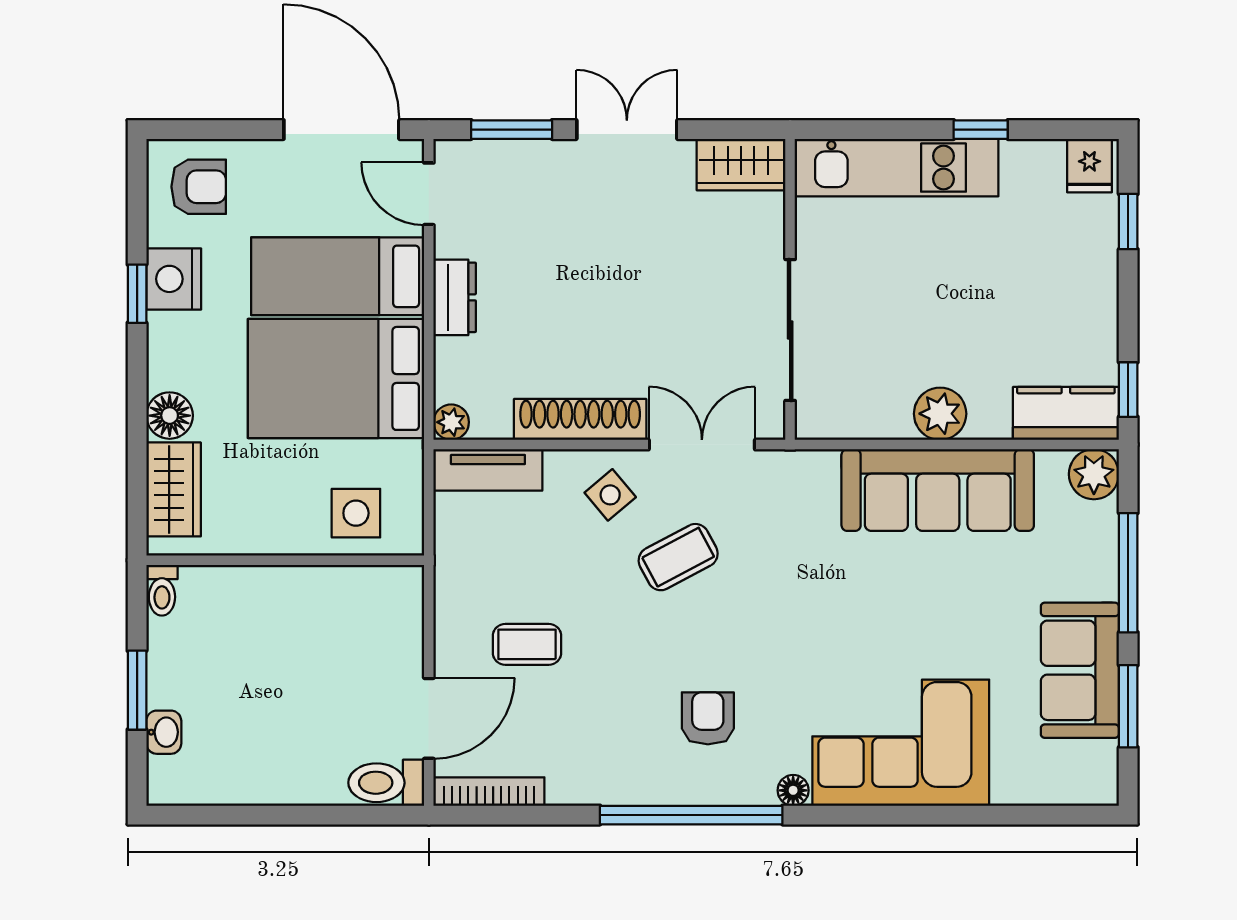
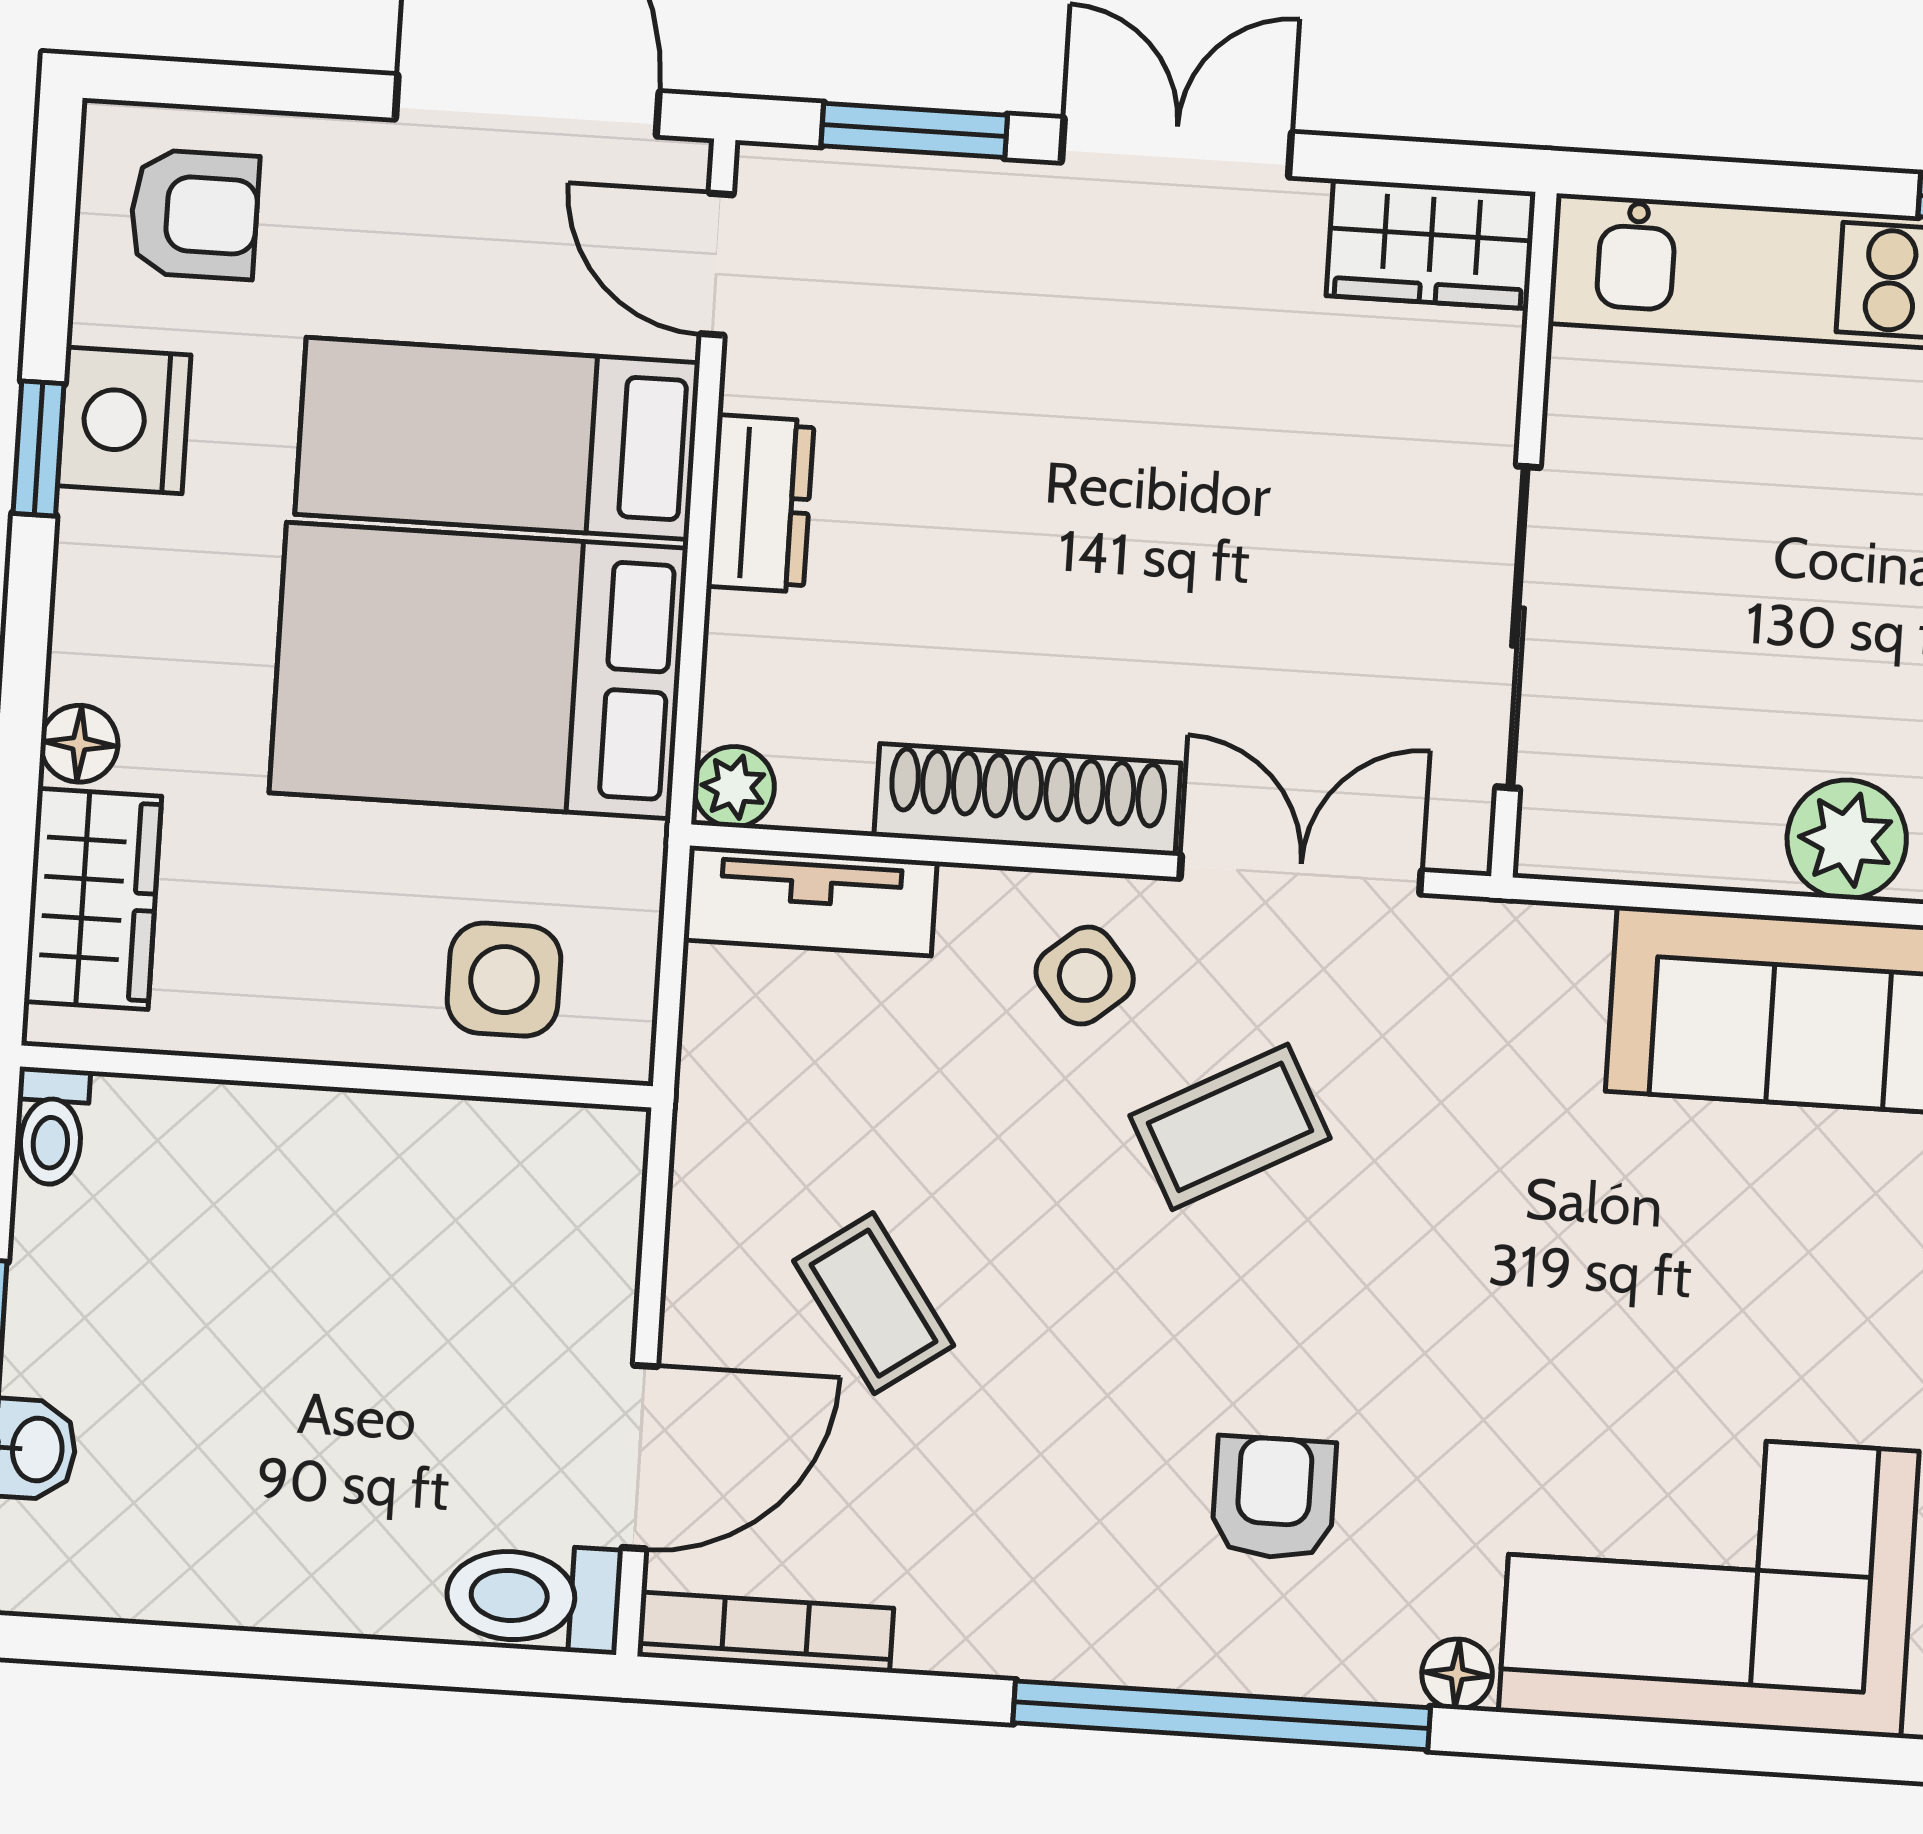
floor lamp: (170, 416) -> (79, 744), width x0.73, depth x0.73
coffee table: (527, 644) -> (874, 1303), turned 55

